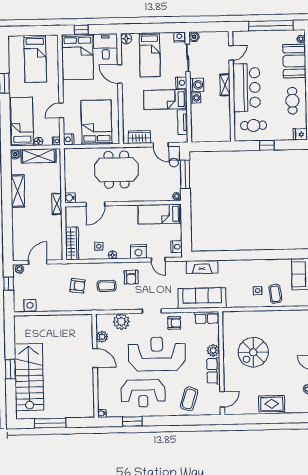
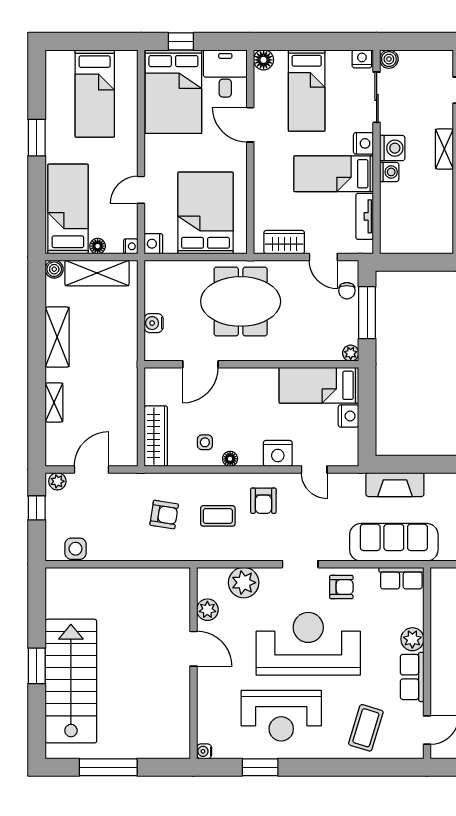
water cooler: (70, 198) -> (154, 323), moved
shelving: (57, 204) -> (54, 402), moved
nightstand: (176, 247) -> (348, 416), moved

